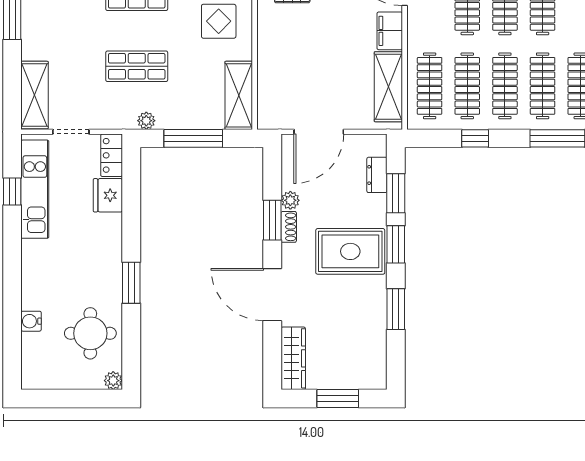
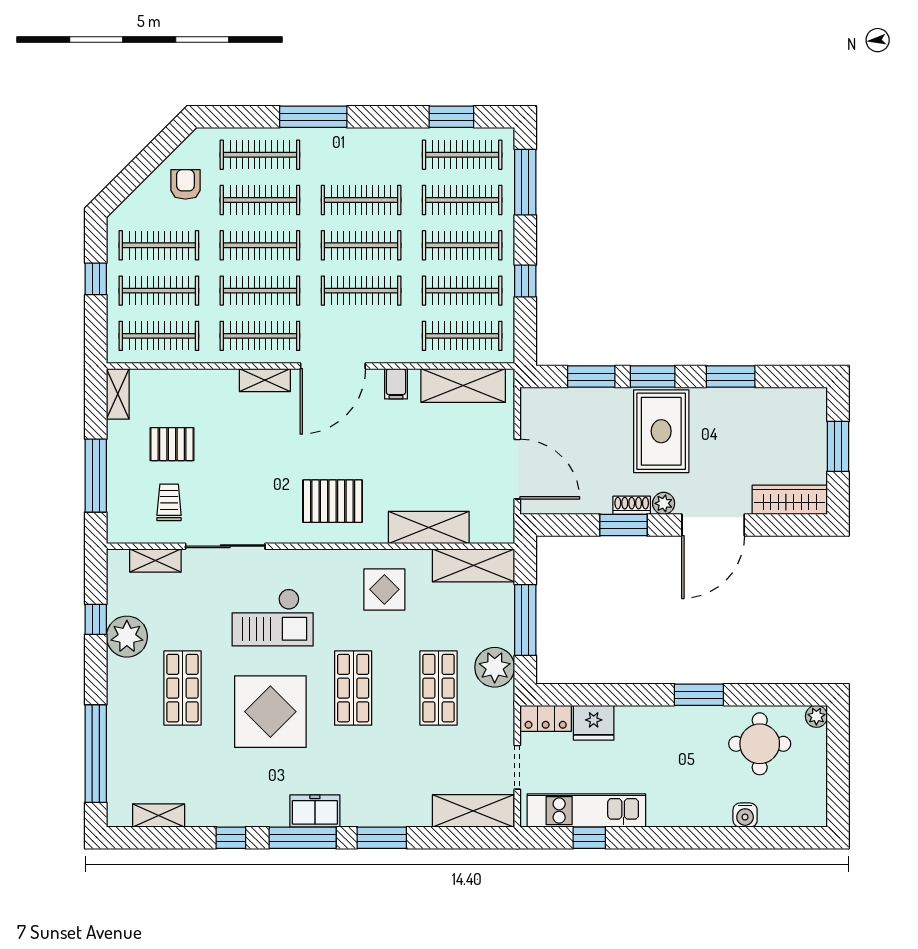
filing cabinet: (390, 31) -> (396, 384), width x0.50
shelving: (270, 58) -> (429, 527), added
plant: (146, 121) -> (495, 667), width x1.88, depth x1.88
dresser: (377, 175) -> (569, 399), removed
plant: (290, 200) -> (664, 503), moved

